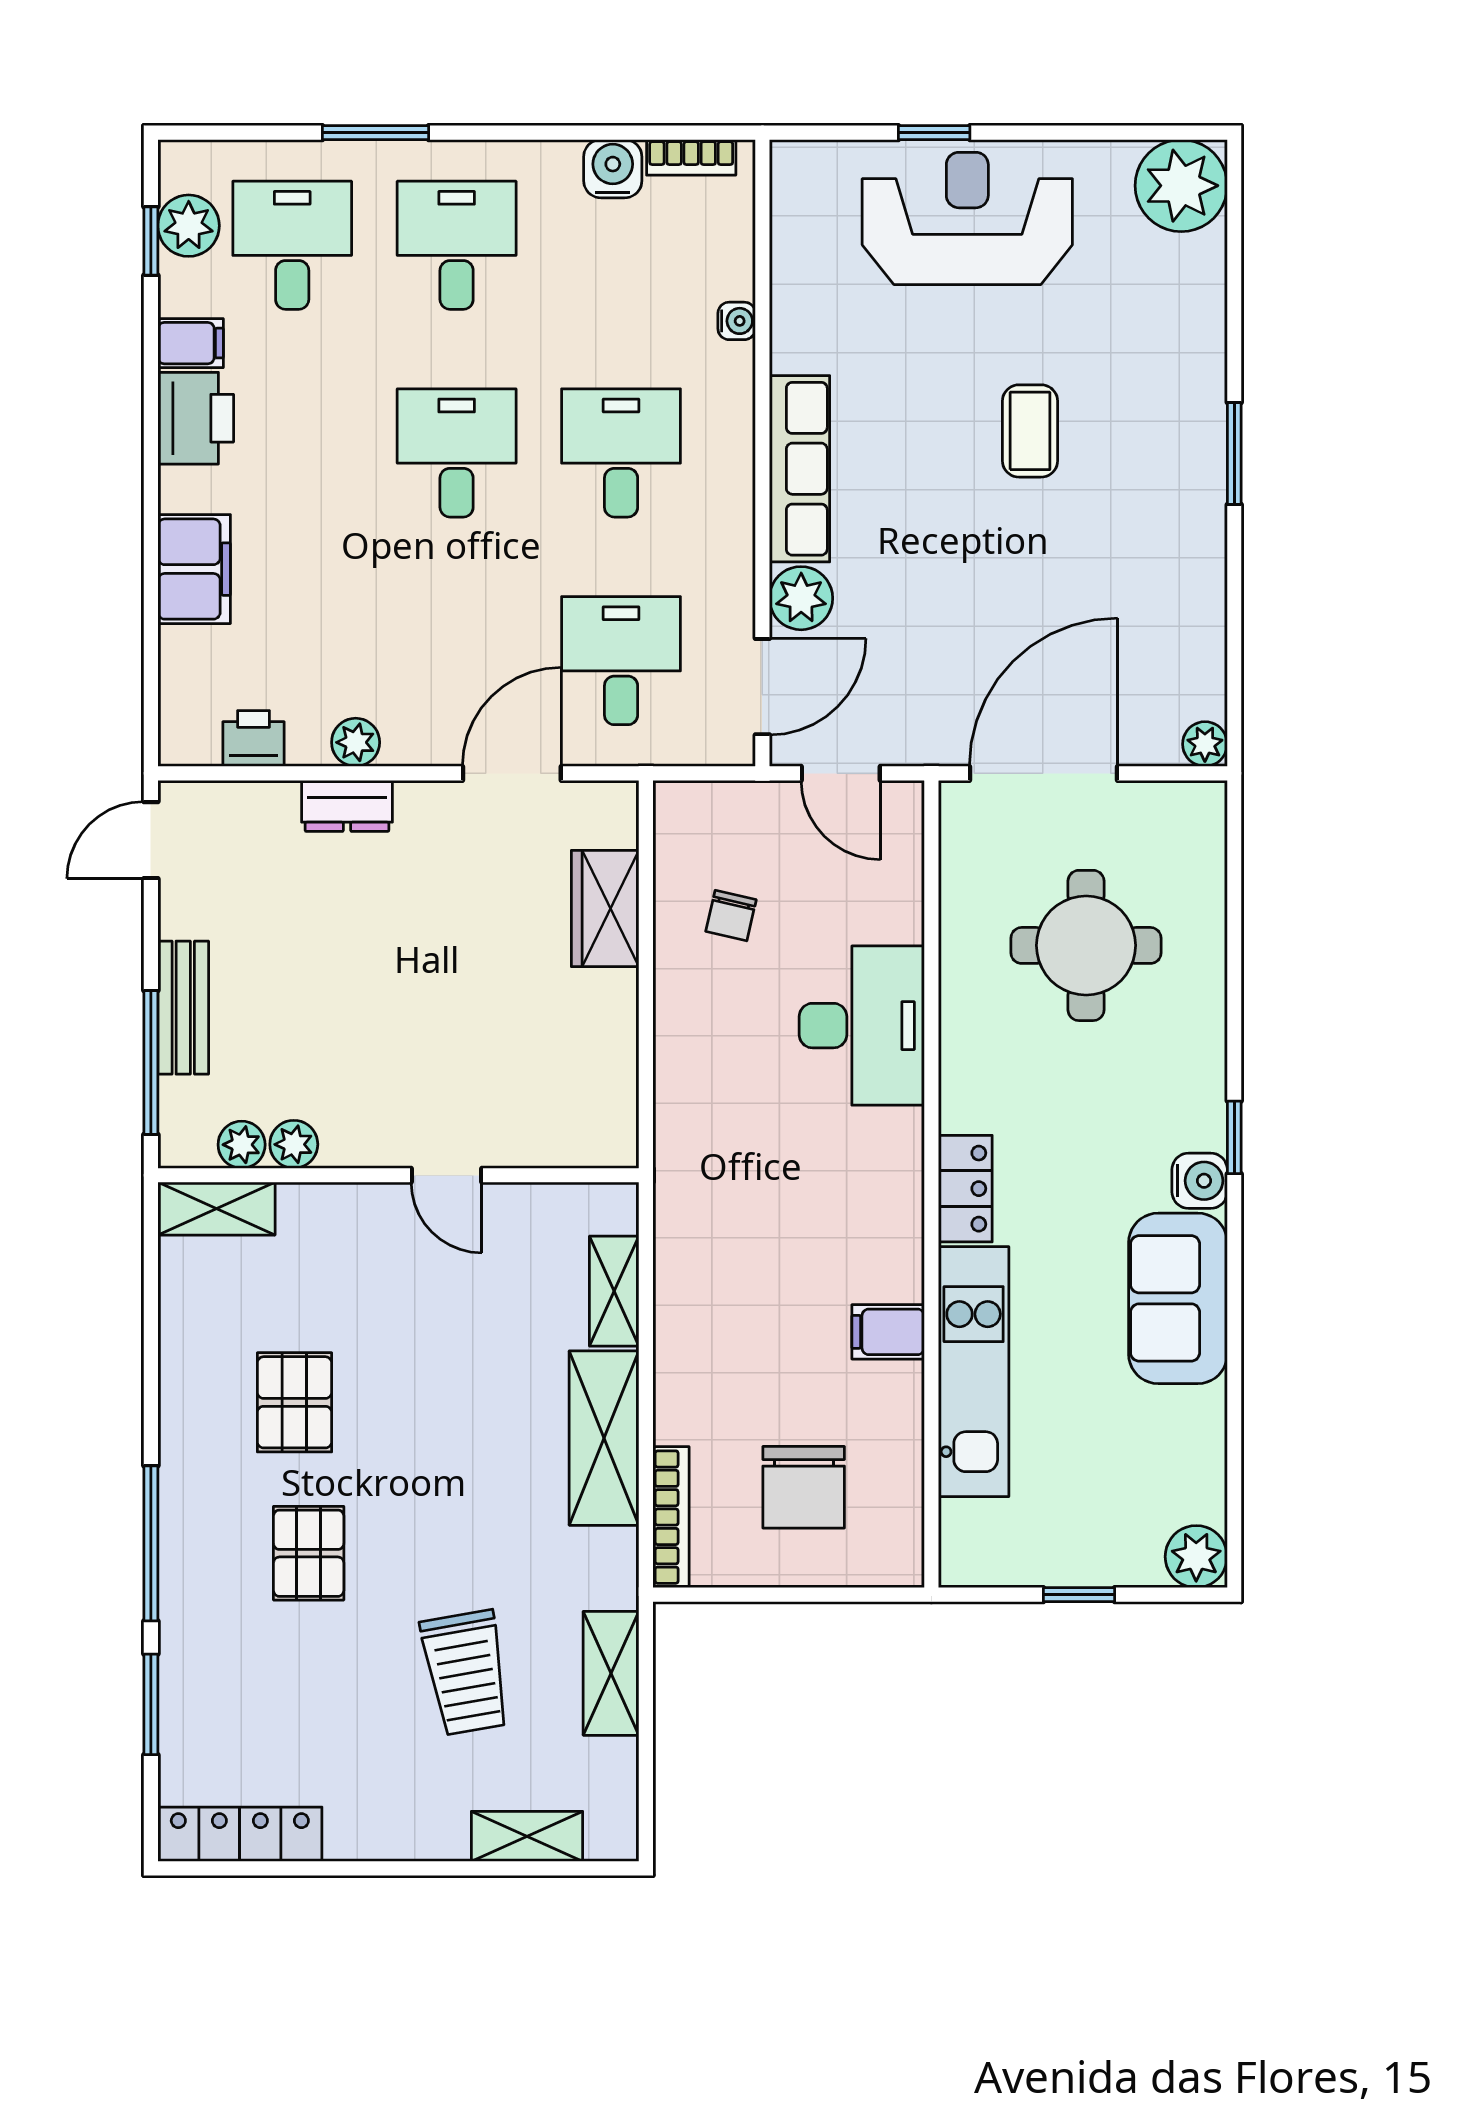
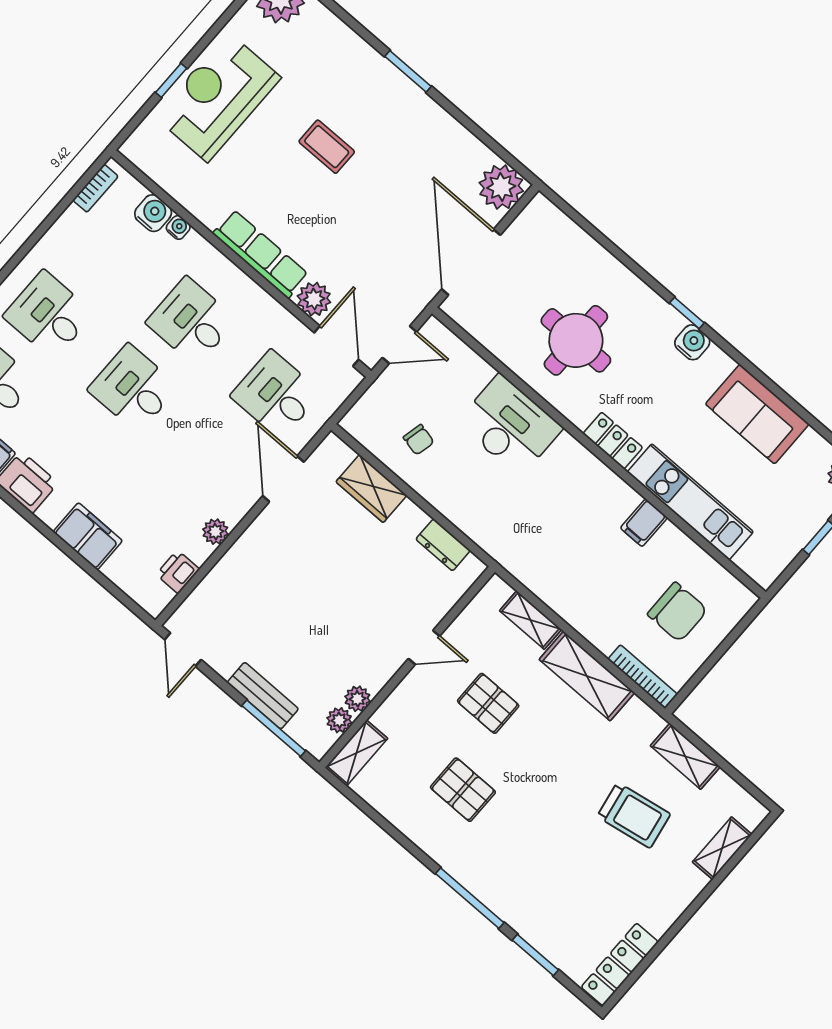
water cooler: (613, 169) -> (153, 213), moved, turned 90
plant: (1205, 744) -> (501, 187), width x1.88, depth x1.88
dresser: (347, 806) -> (443, 545), moved, turned 90
round table: (1086, 945) -> (576, 340), moved
sofa: (1178, 1298) -> (757, 414), moved
pallet: (309, 1553) -> (488, 703), moved

